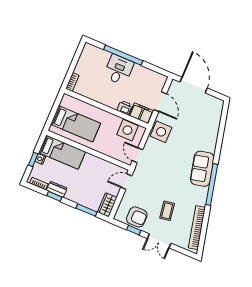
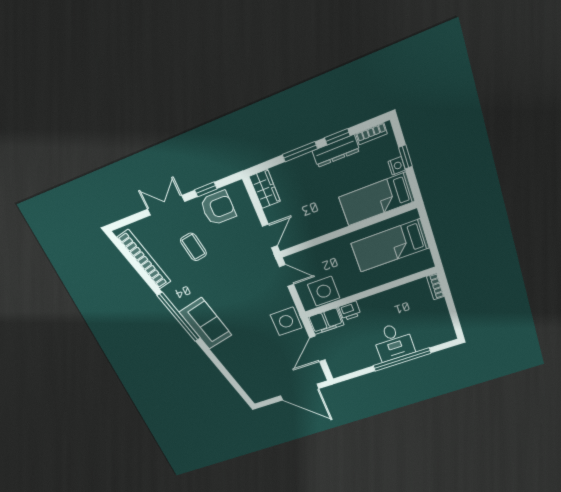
door: (160, 102) -> (317, 349), hinge flipped
dresser: (57, 189) -> (336, 151), width x1.44
window: (86, 210) -> (300, 152), moved
armchair: (137, 217) -> (218, 208), turned 180

